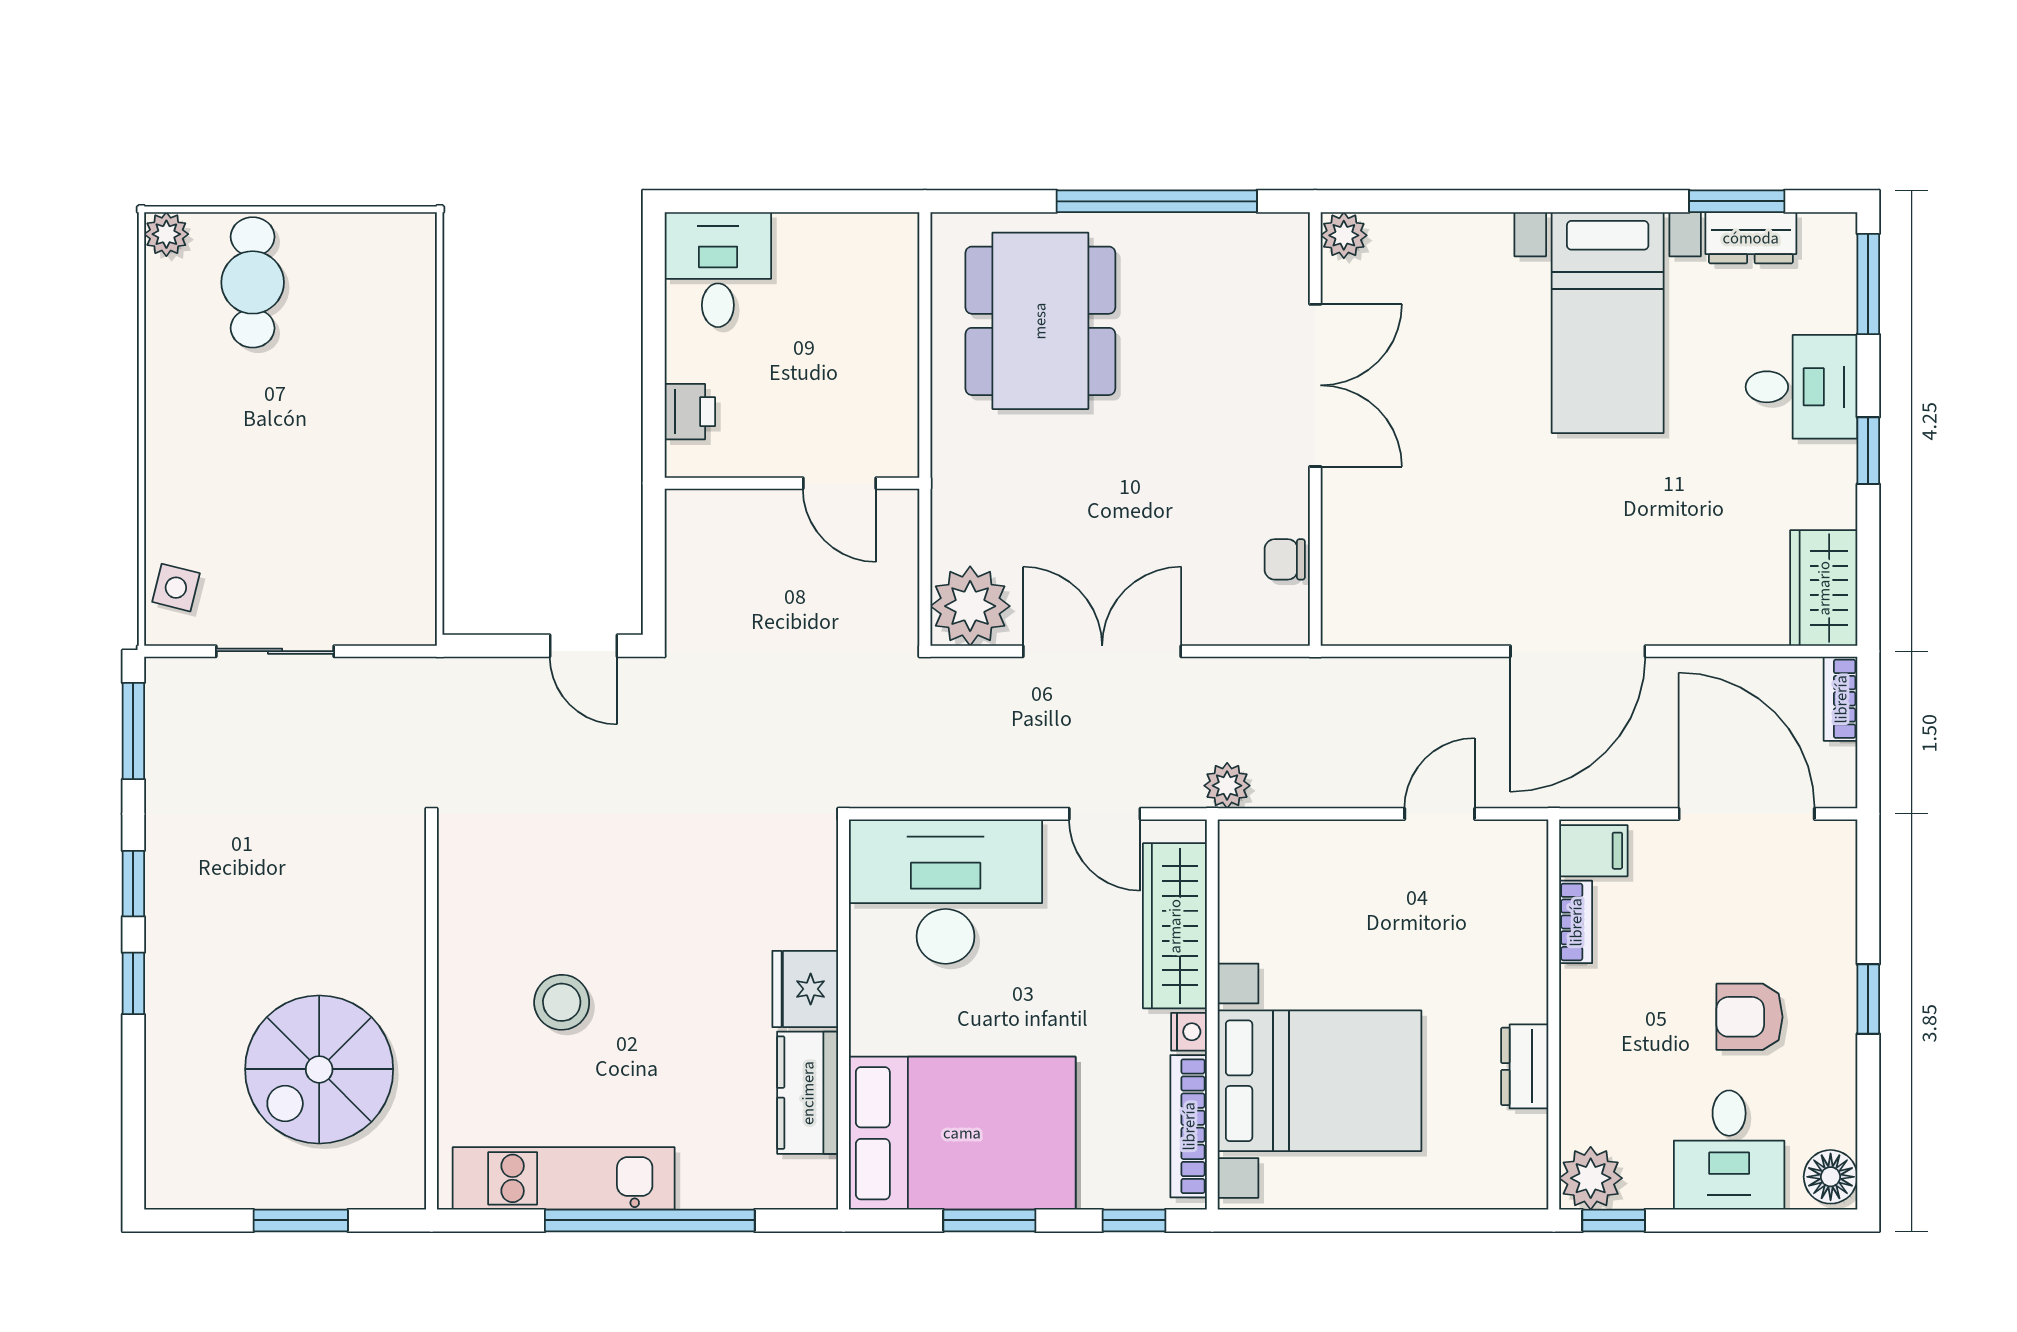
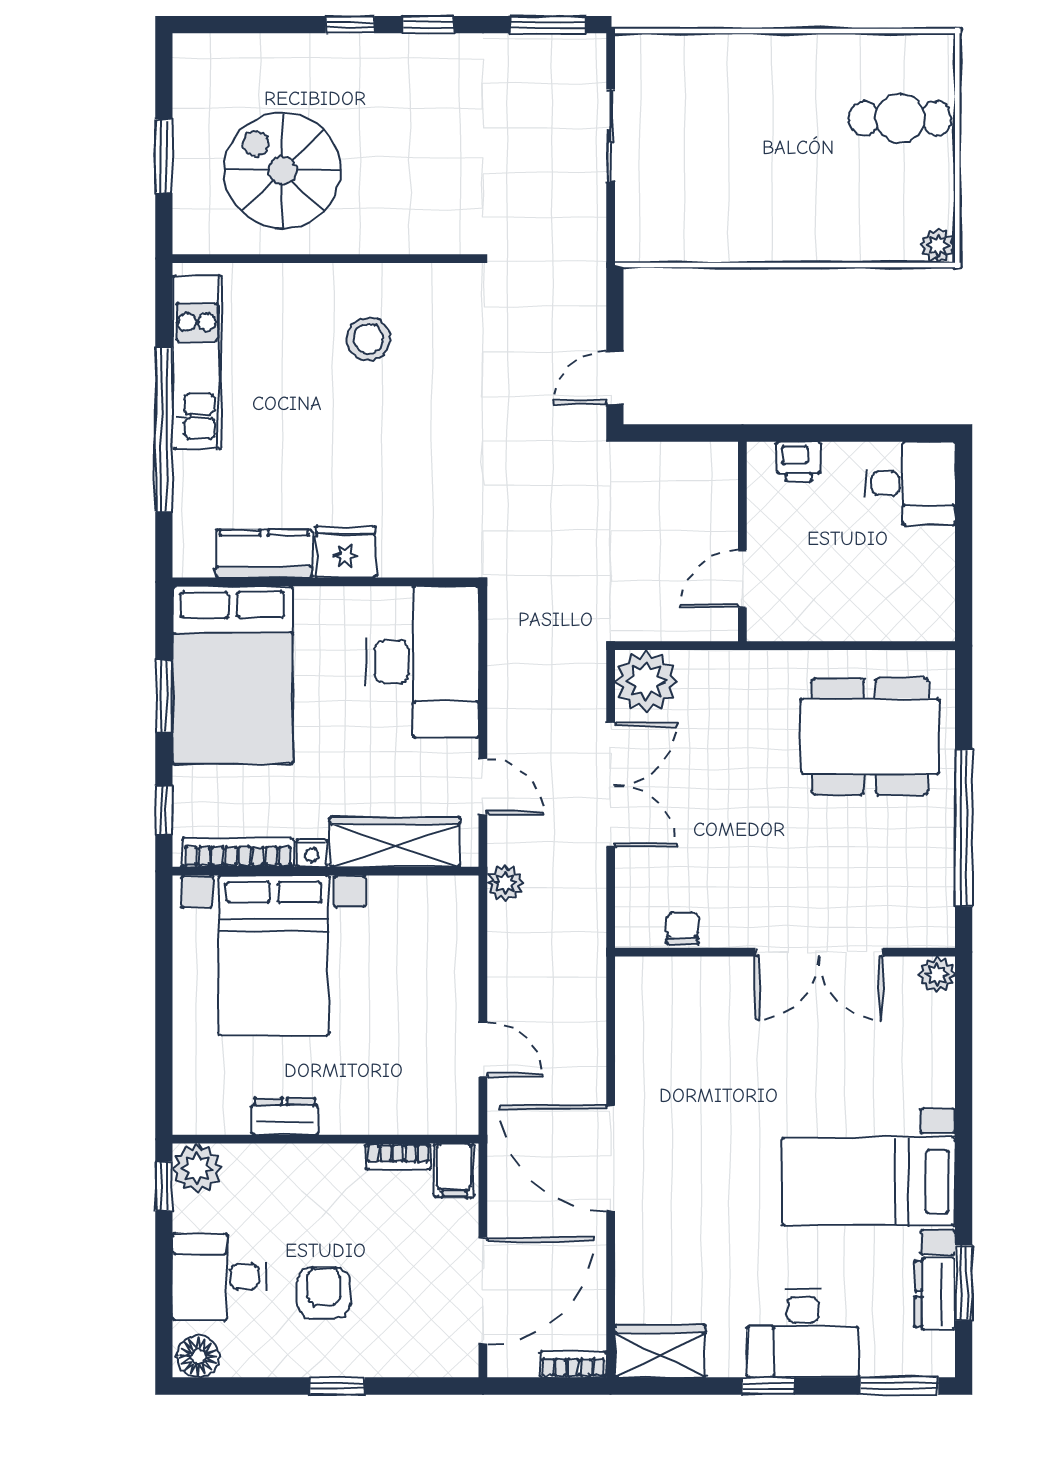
plant: (166, 234) -> (938, 245), moved
desk: (1801, 387) -> (803, 1334), width x1.37
side table: (176, 588) -> (661, 58), removed
door: (1105, 814) -> (483, 787), swing flipped
stool: (562, 1002) -> (368, 339), moved

